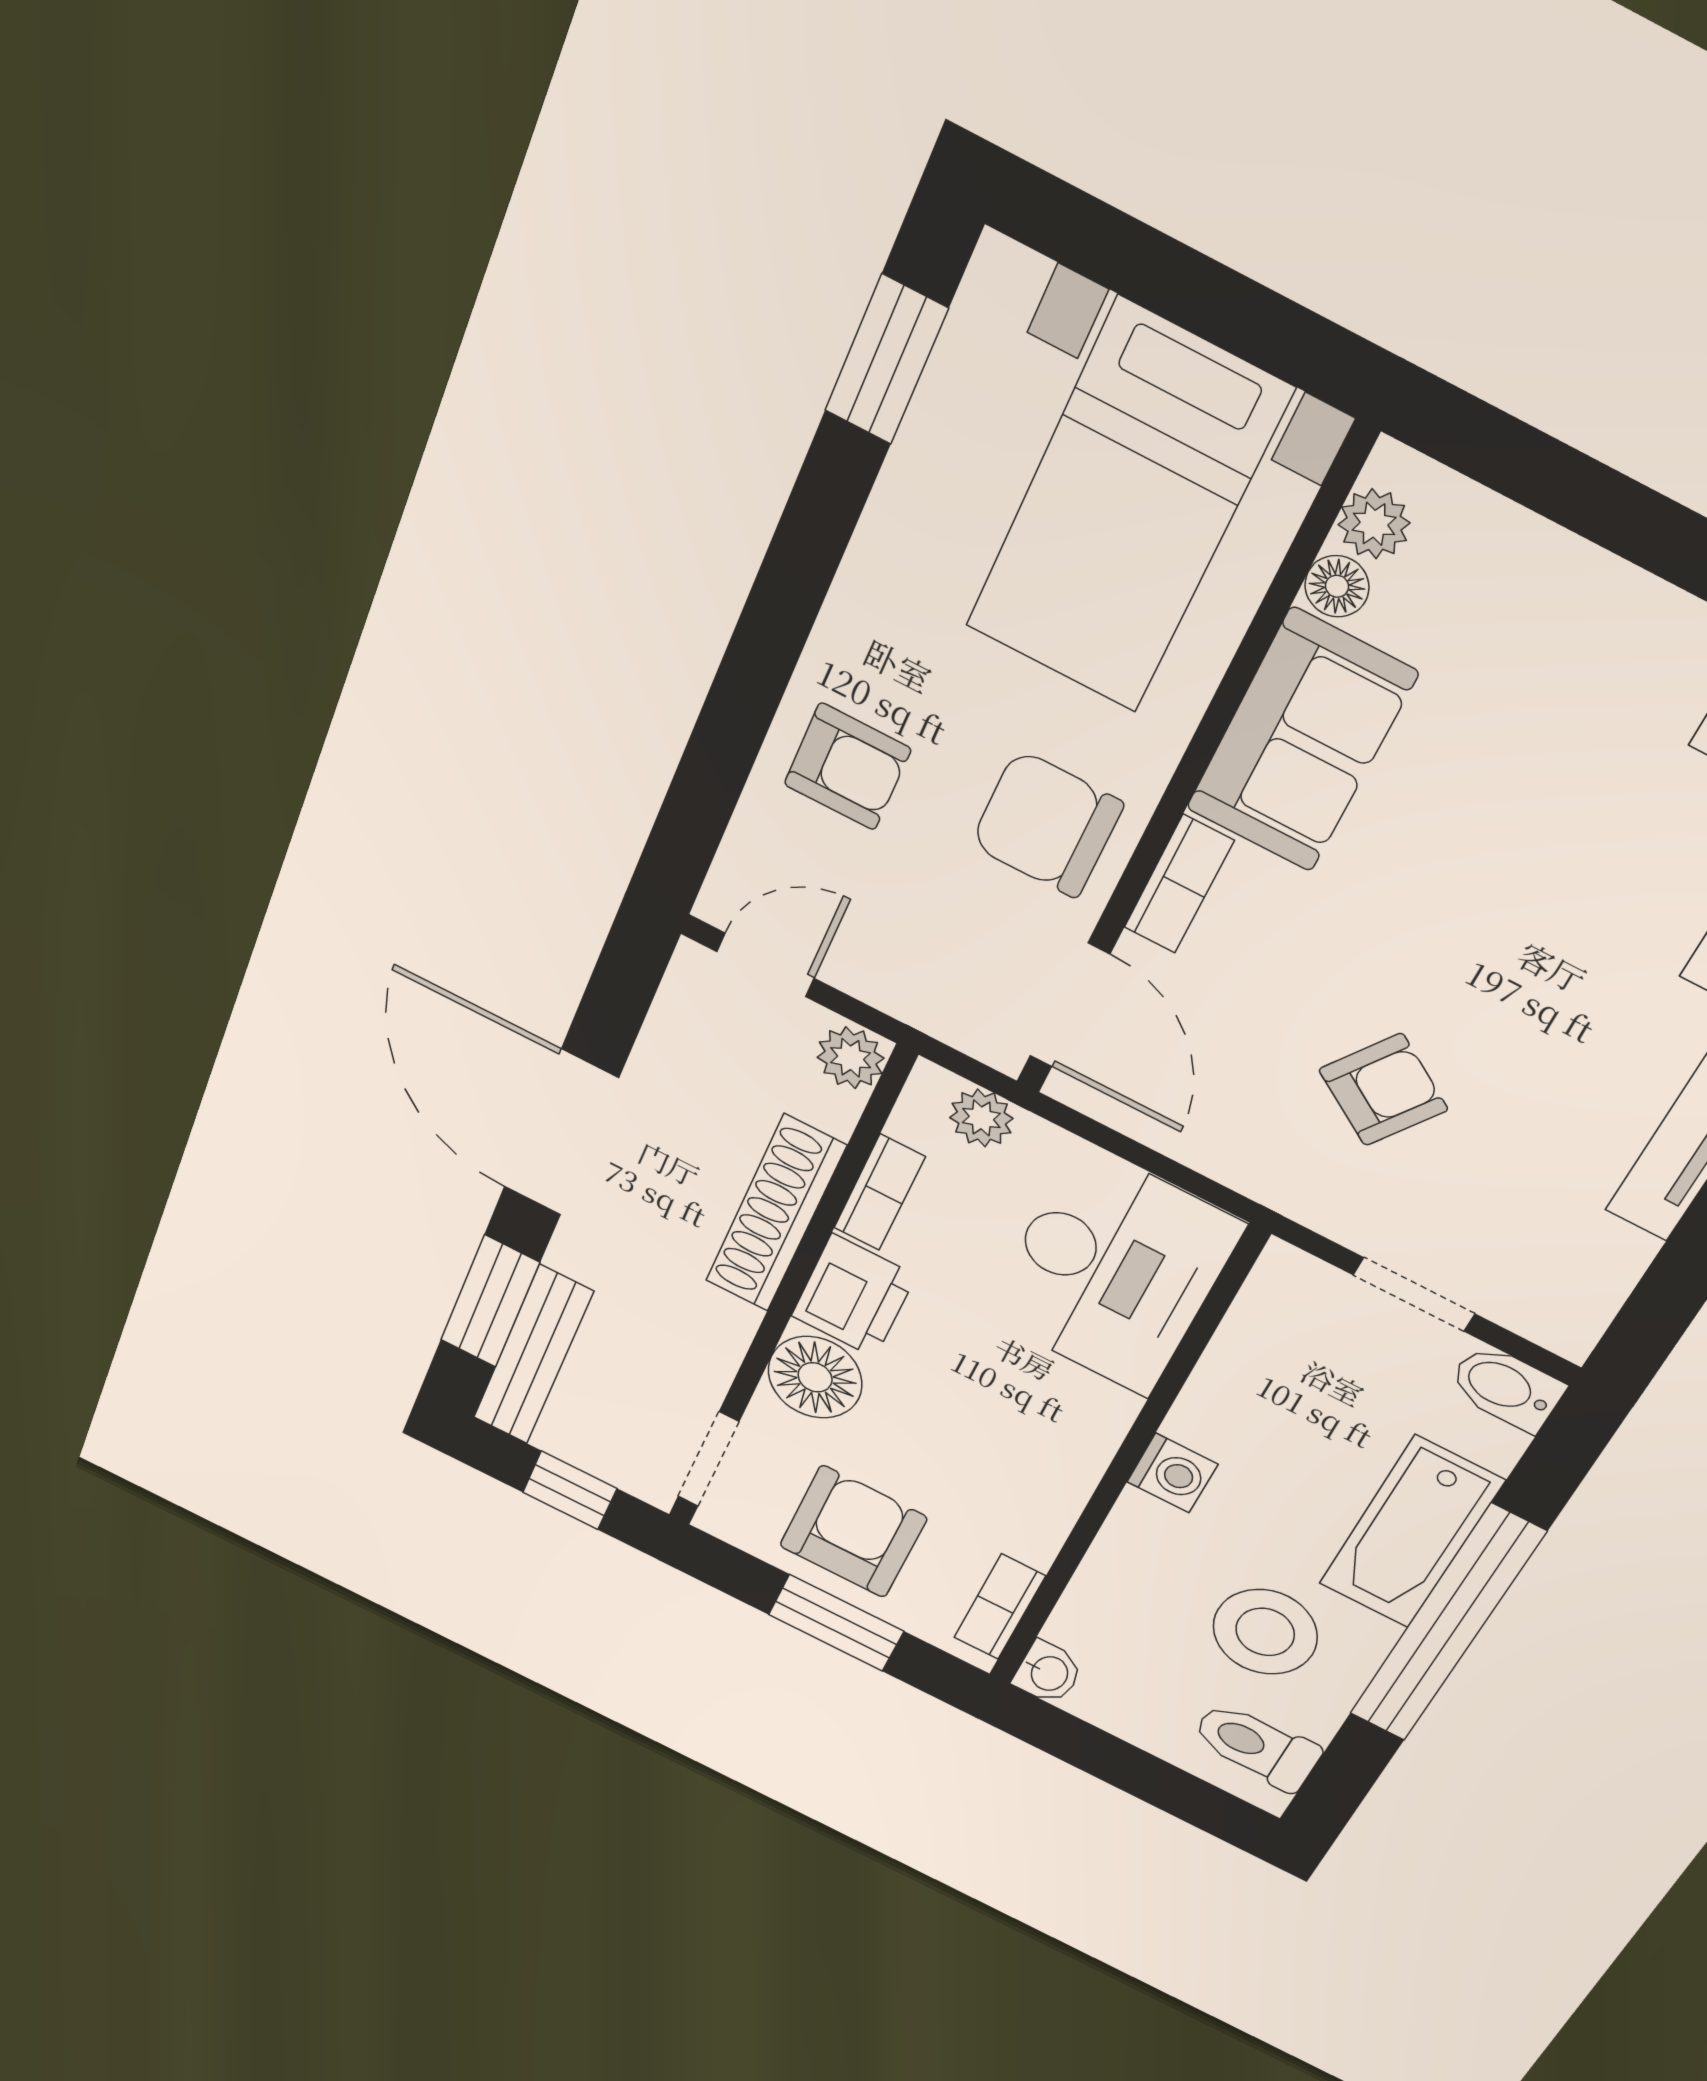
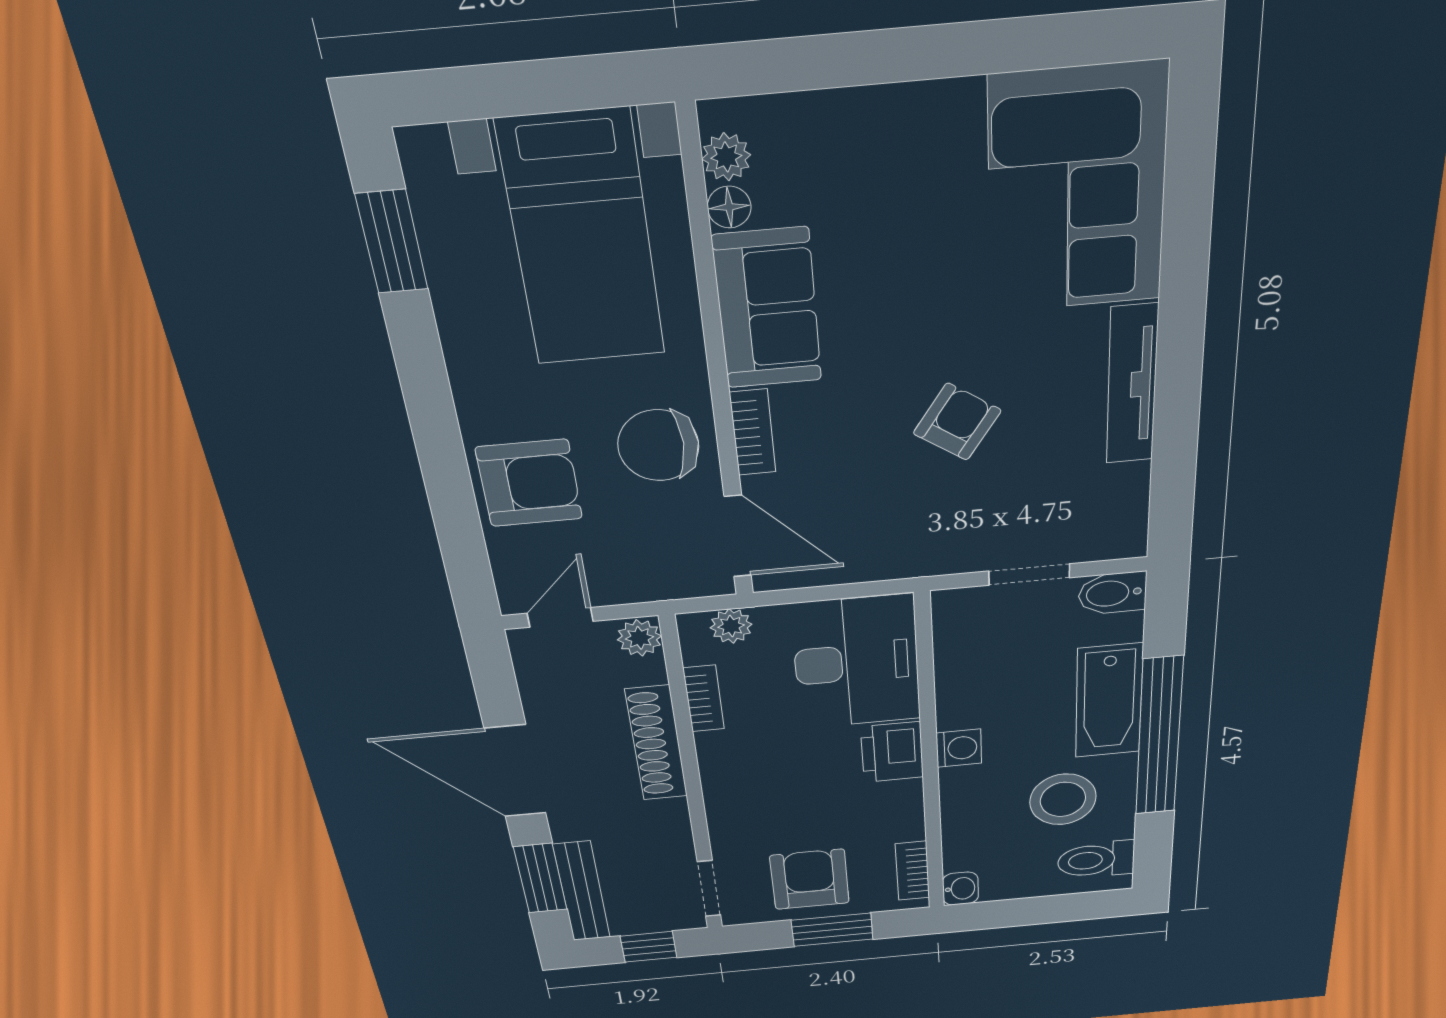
armchair: (847, 767) -> (529, 483), width x1.38, depth x1.38
armchair: (1383, 1090) -> (957, 422), moved
printer: (853, 1296) -> (892, 752), moved, turned 180
floor lamp: (815, 1377) -> (736, 814), removed

